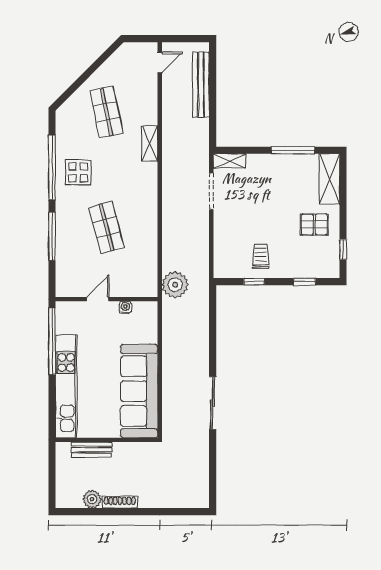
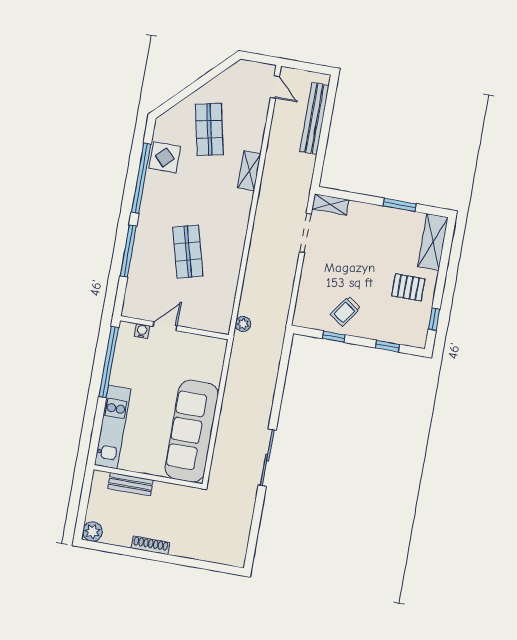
door: (160, 62) -> (275, 87), hinge flipped
window: (293, 150) -> (400, 205), width x0.69
display table: (78, 172) -> (165, 157), moved
trolley: (261, 256) -> (346, 311), turned -145
plant: (175, 285) -> (243, 324), width x0.53, depth x0.53
water cooler: (125, 307) -> (142, 331), moved
kitchen unit: (66, 386) -> (113, 427), width x0.73
plant: (92, 499) -> (92, 532), moved

